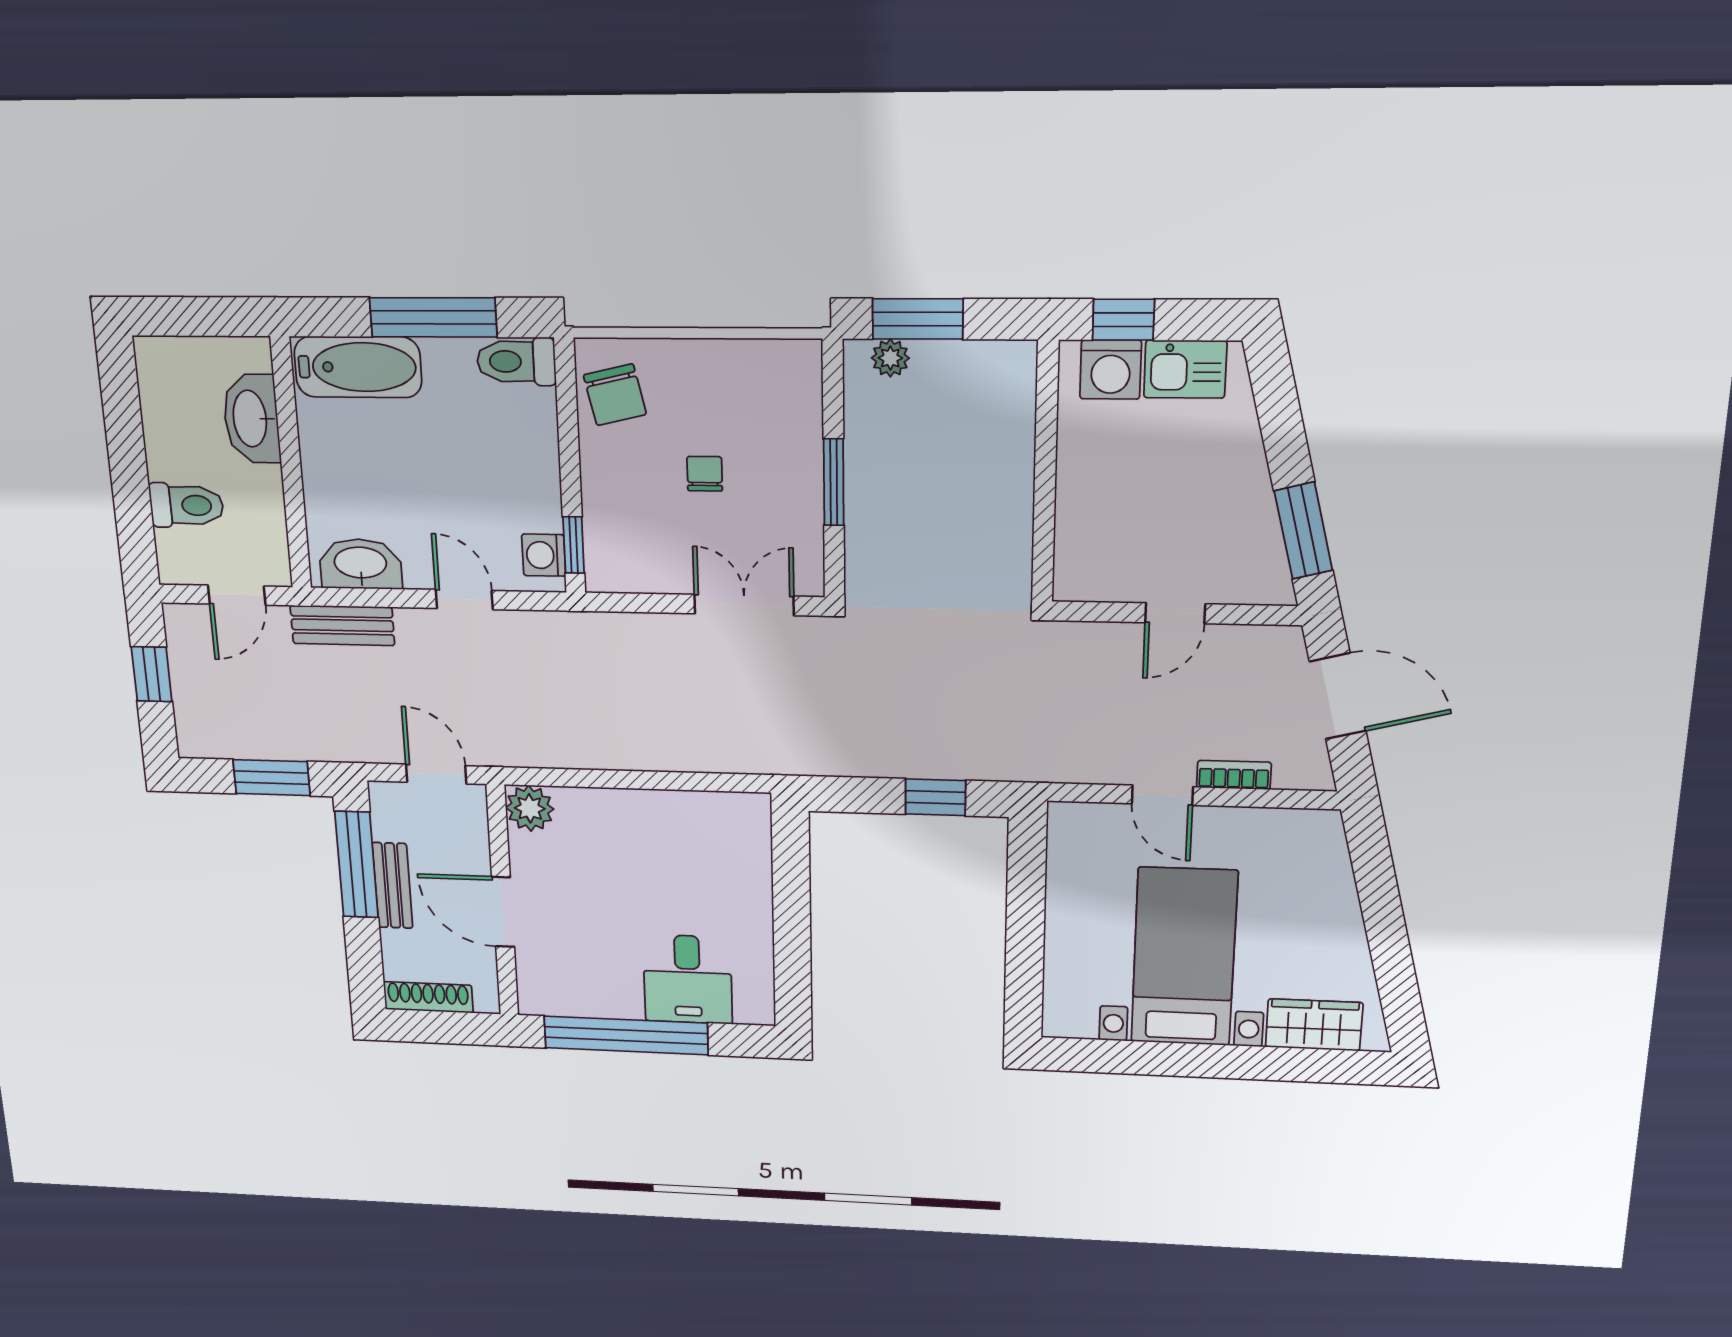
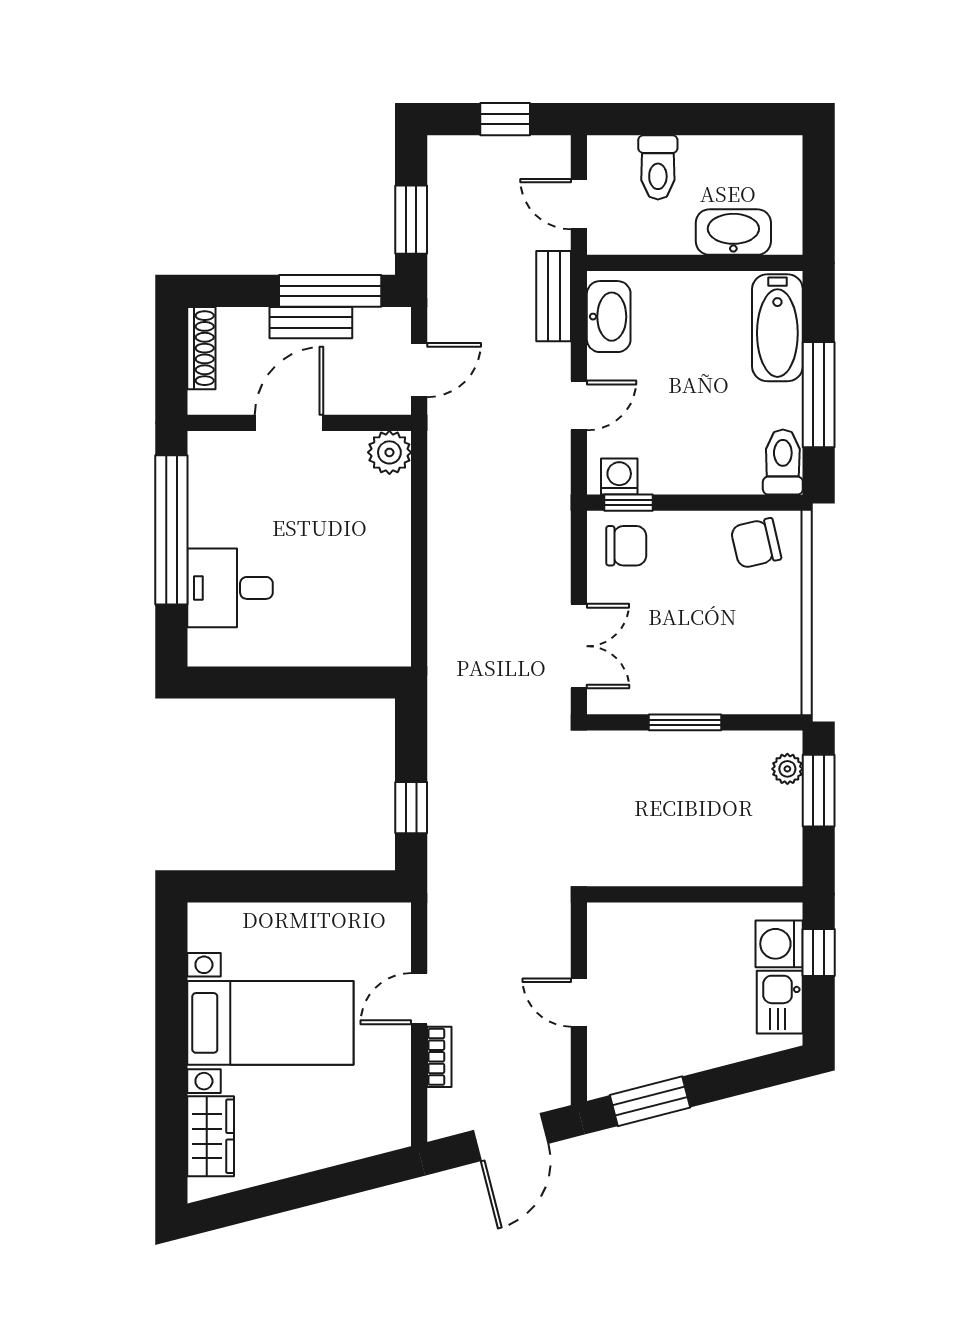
chair: (705, 474) -> (626, 546), moved, width x1.37, depth x1.37

